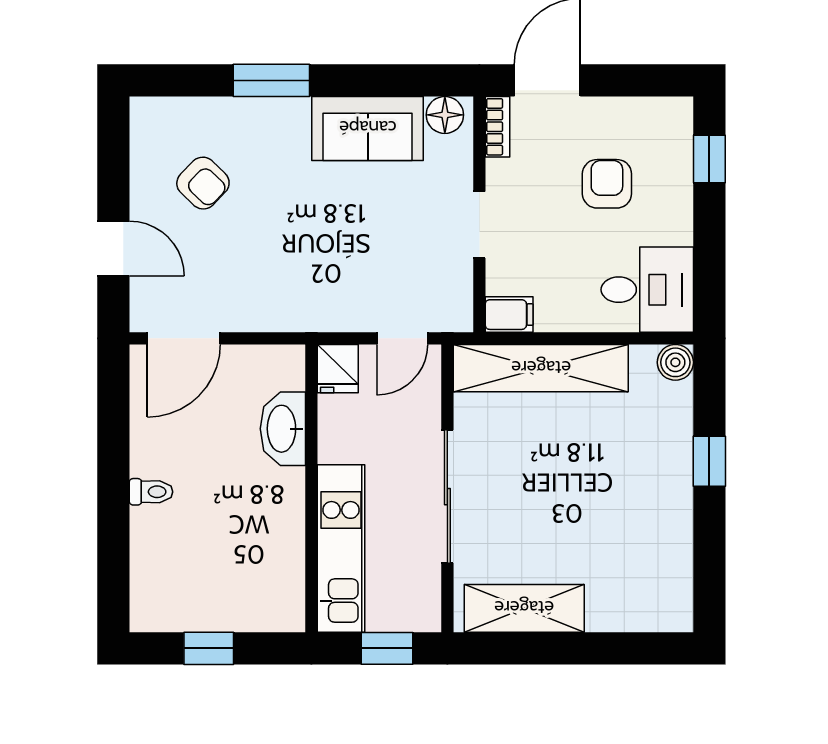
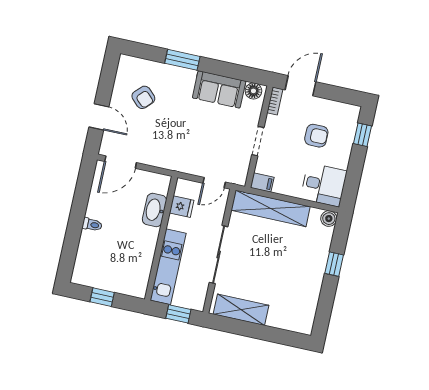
armchair: (607, 184) -> (316, 136), turned 90
fridge: (338, 369) -> (182, 207), moved, turned -90

